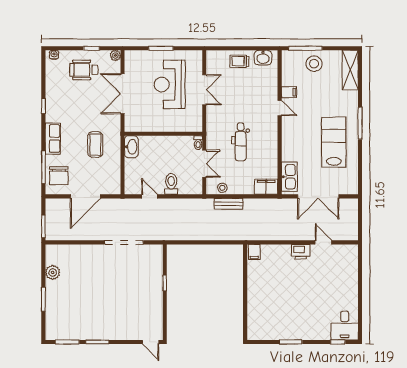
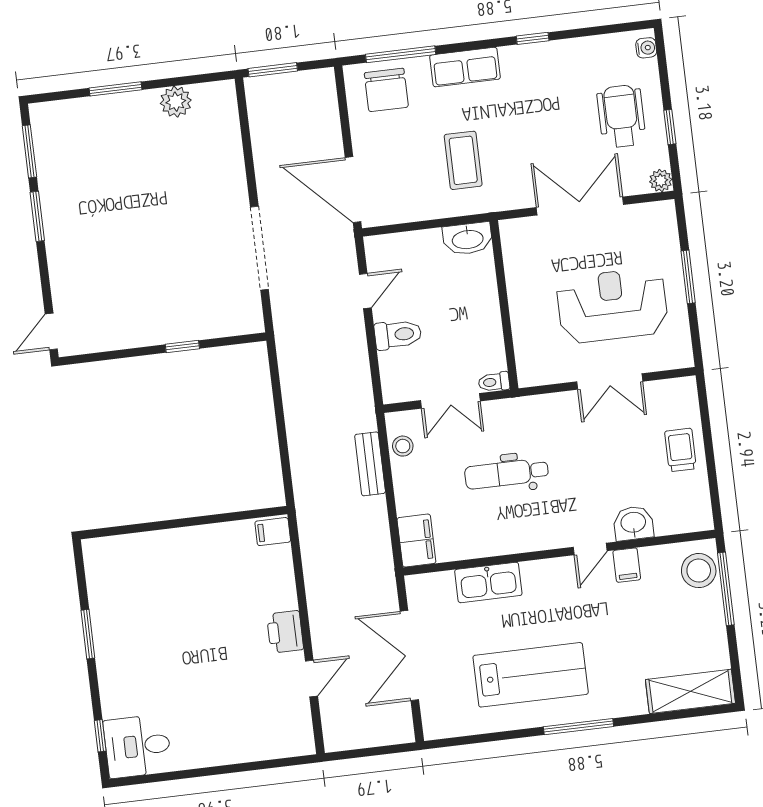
washbasin: (263, 58) -> (633, 523), moved, turned 90
stool: (314, 64) -> (699, 571), moved
coffee table: (95, 145) -> (463, 160), turned 90
chair: (59, 176) -> (386, 90), turned -90
kitchen sink: (289, 177) -> (488, 582), moved
door: (85, 196) -> (353, 190), moved

